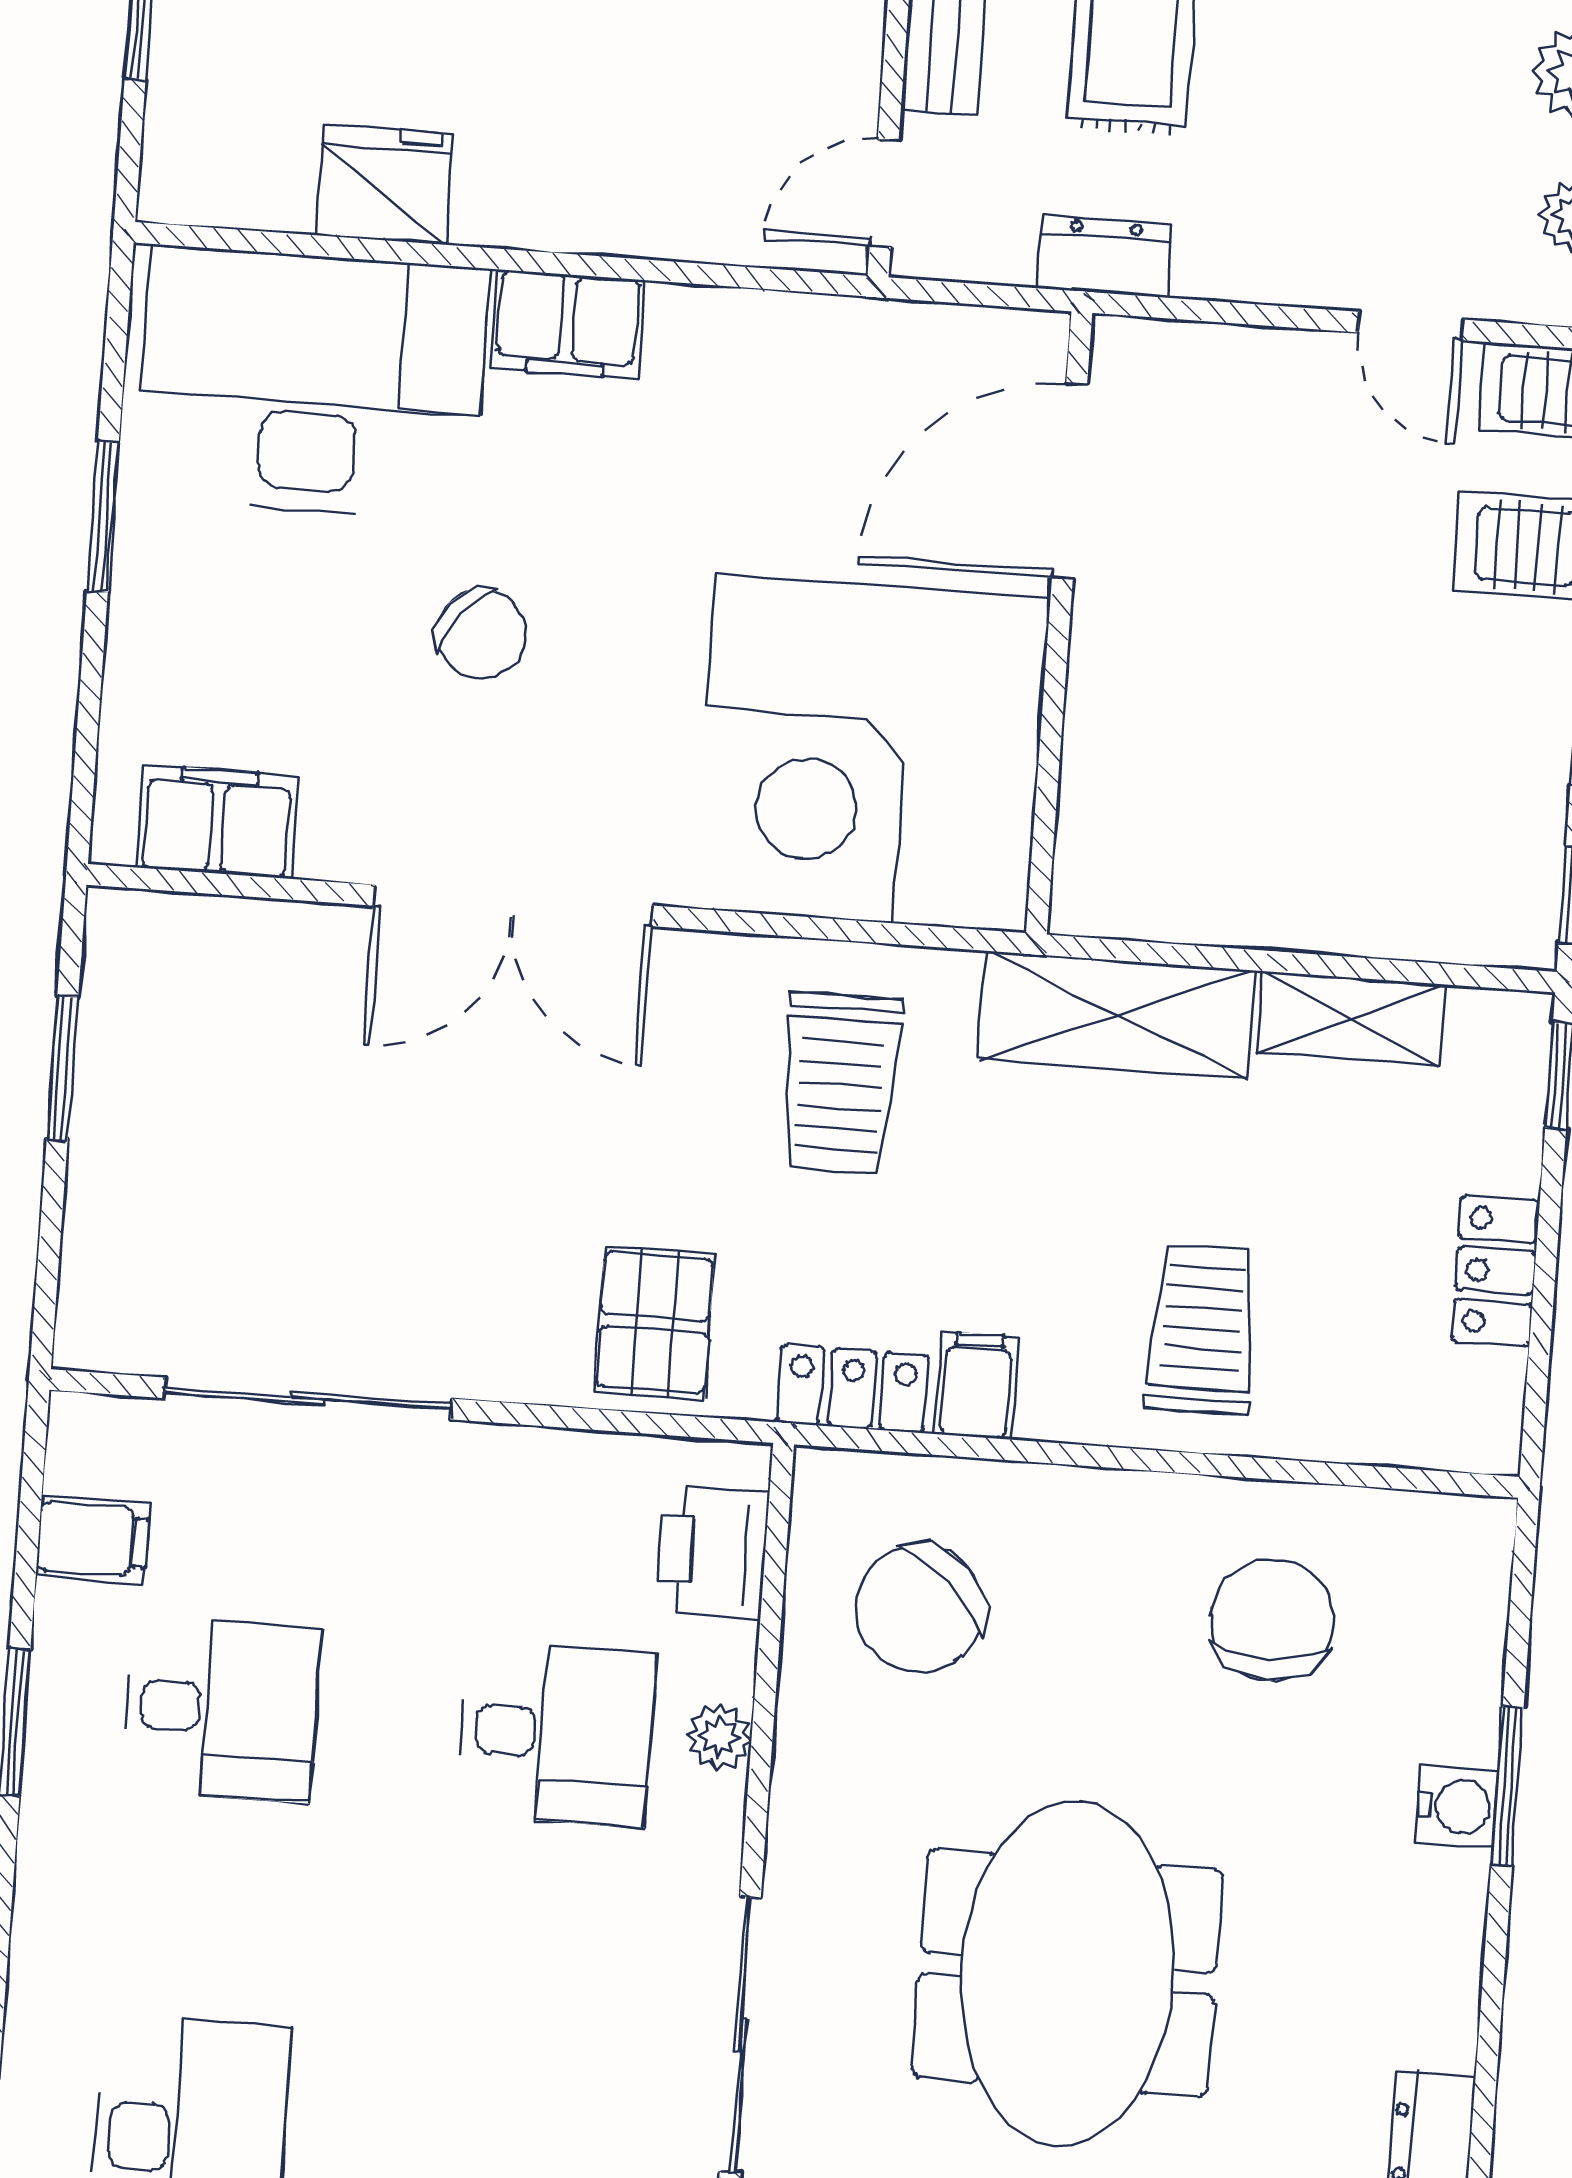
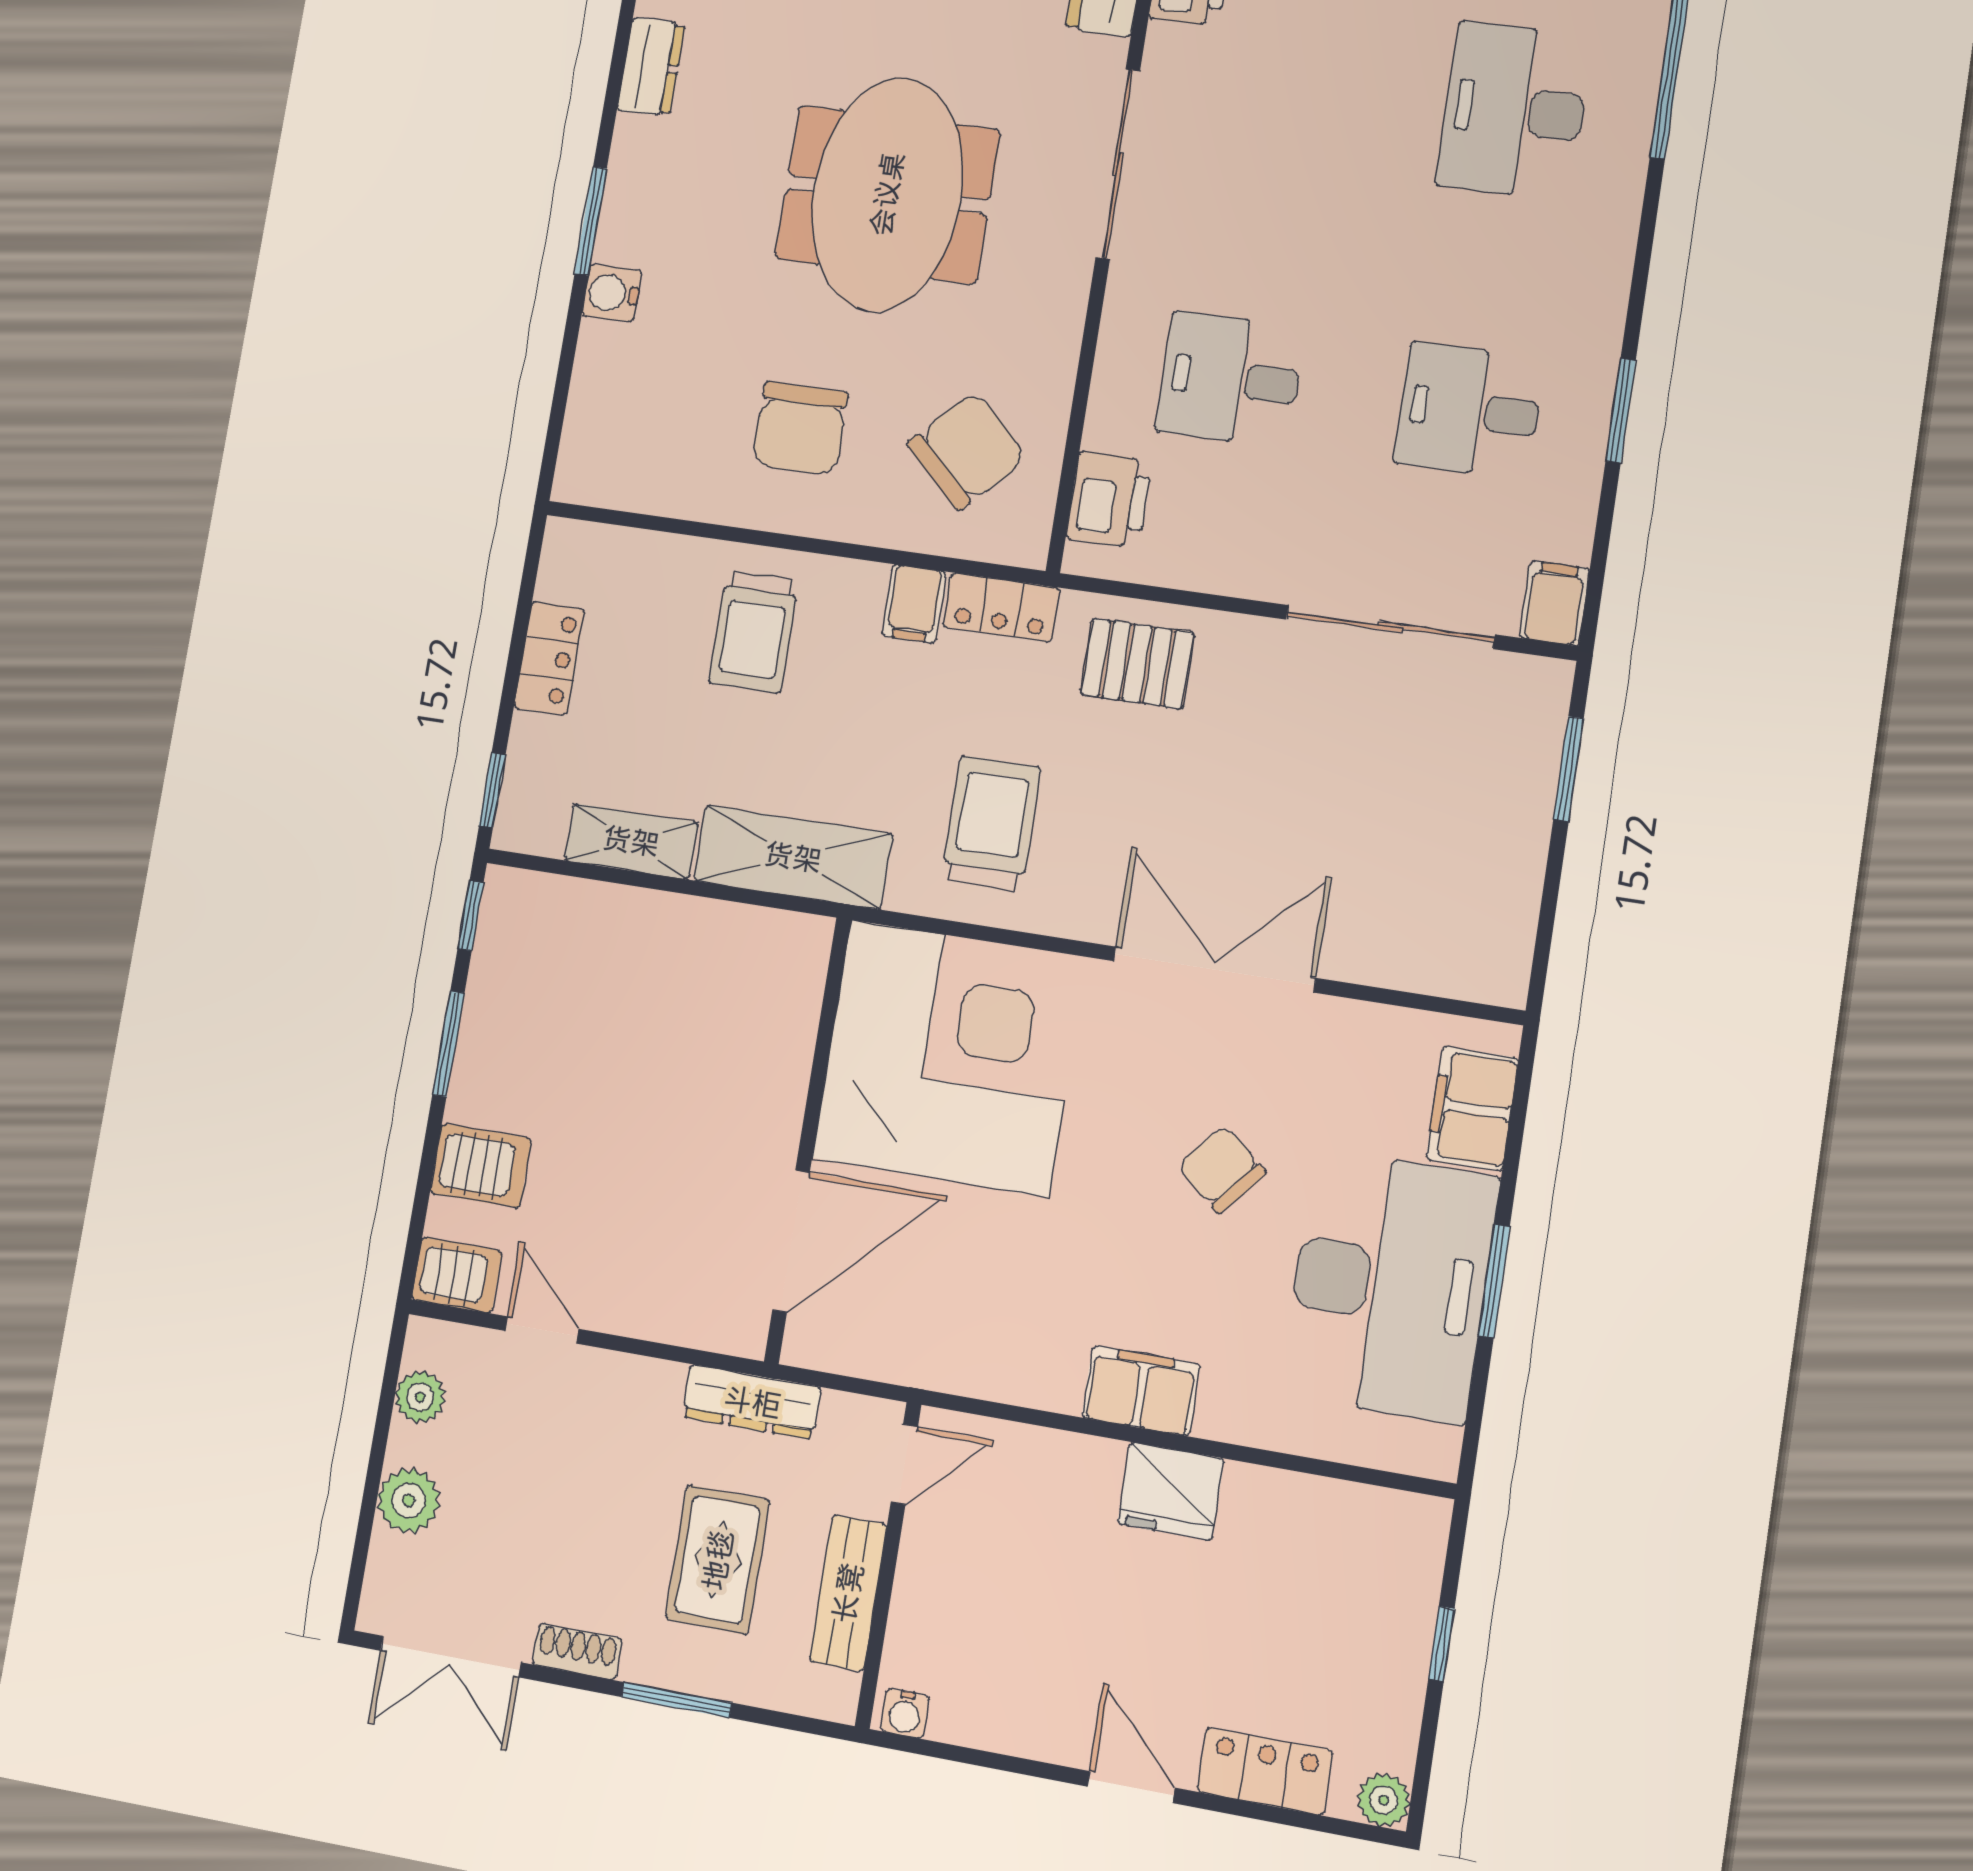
fridge: (385, 184) -> (1171, 1491), moved
dresser: (1105, 257) -> (752, 1402), width x1.44
desk: (312, 383) -> (1390, 1286), moved, turned -90
filing cabinet: (217, 822) -> (1472, 1109), moved, turned 90
window: (62, 1069) -> (1569, 769), moved
pallet: (655, 1323) -> (1137, 664), turned 90
filing cabinet: (93, 1539) -> (1555, 603), moved, turned 90
chair: (1272, 1620) -> (800, 428), moved
plant: (719, 1737) -> (1116, 370), removed
window: (1507, 1786) -> (591, 221), moved

